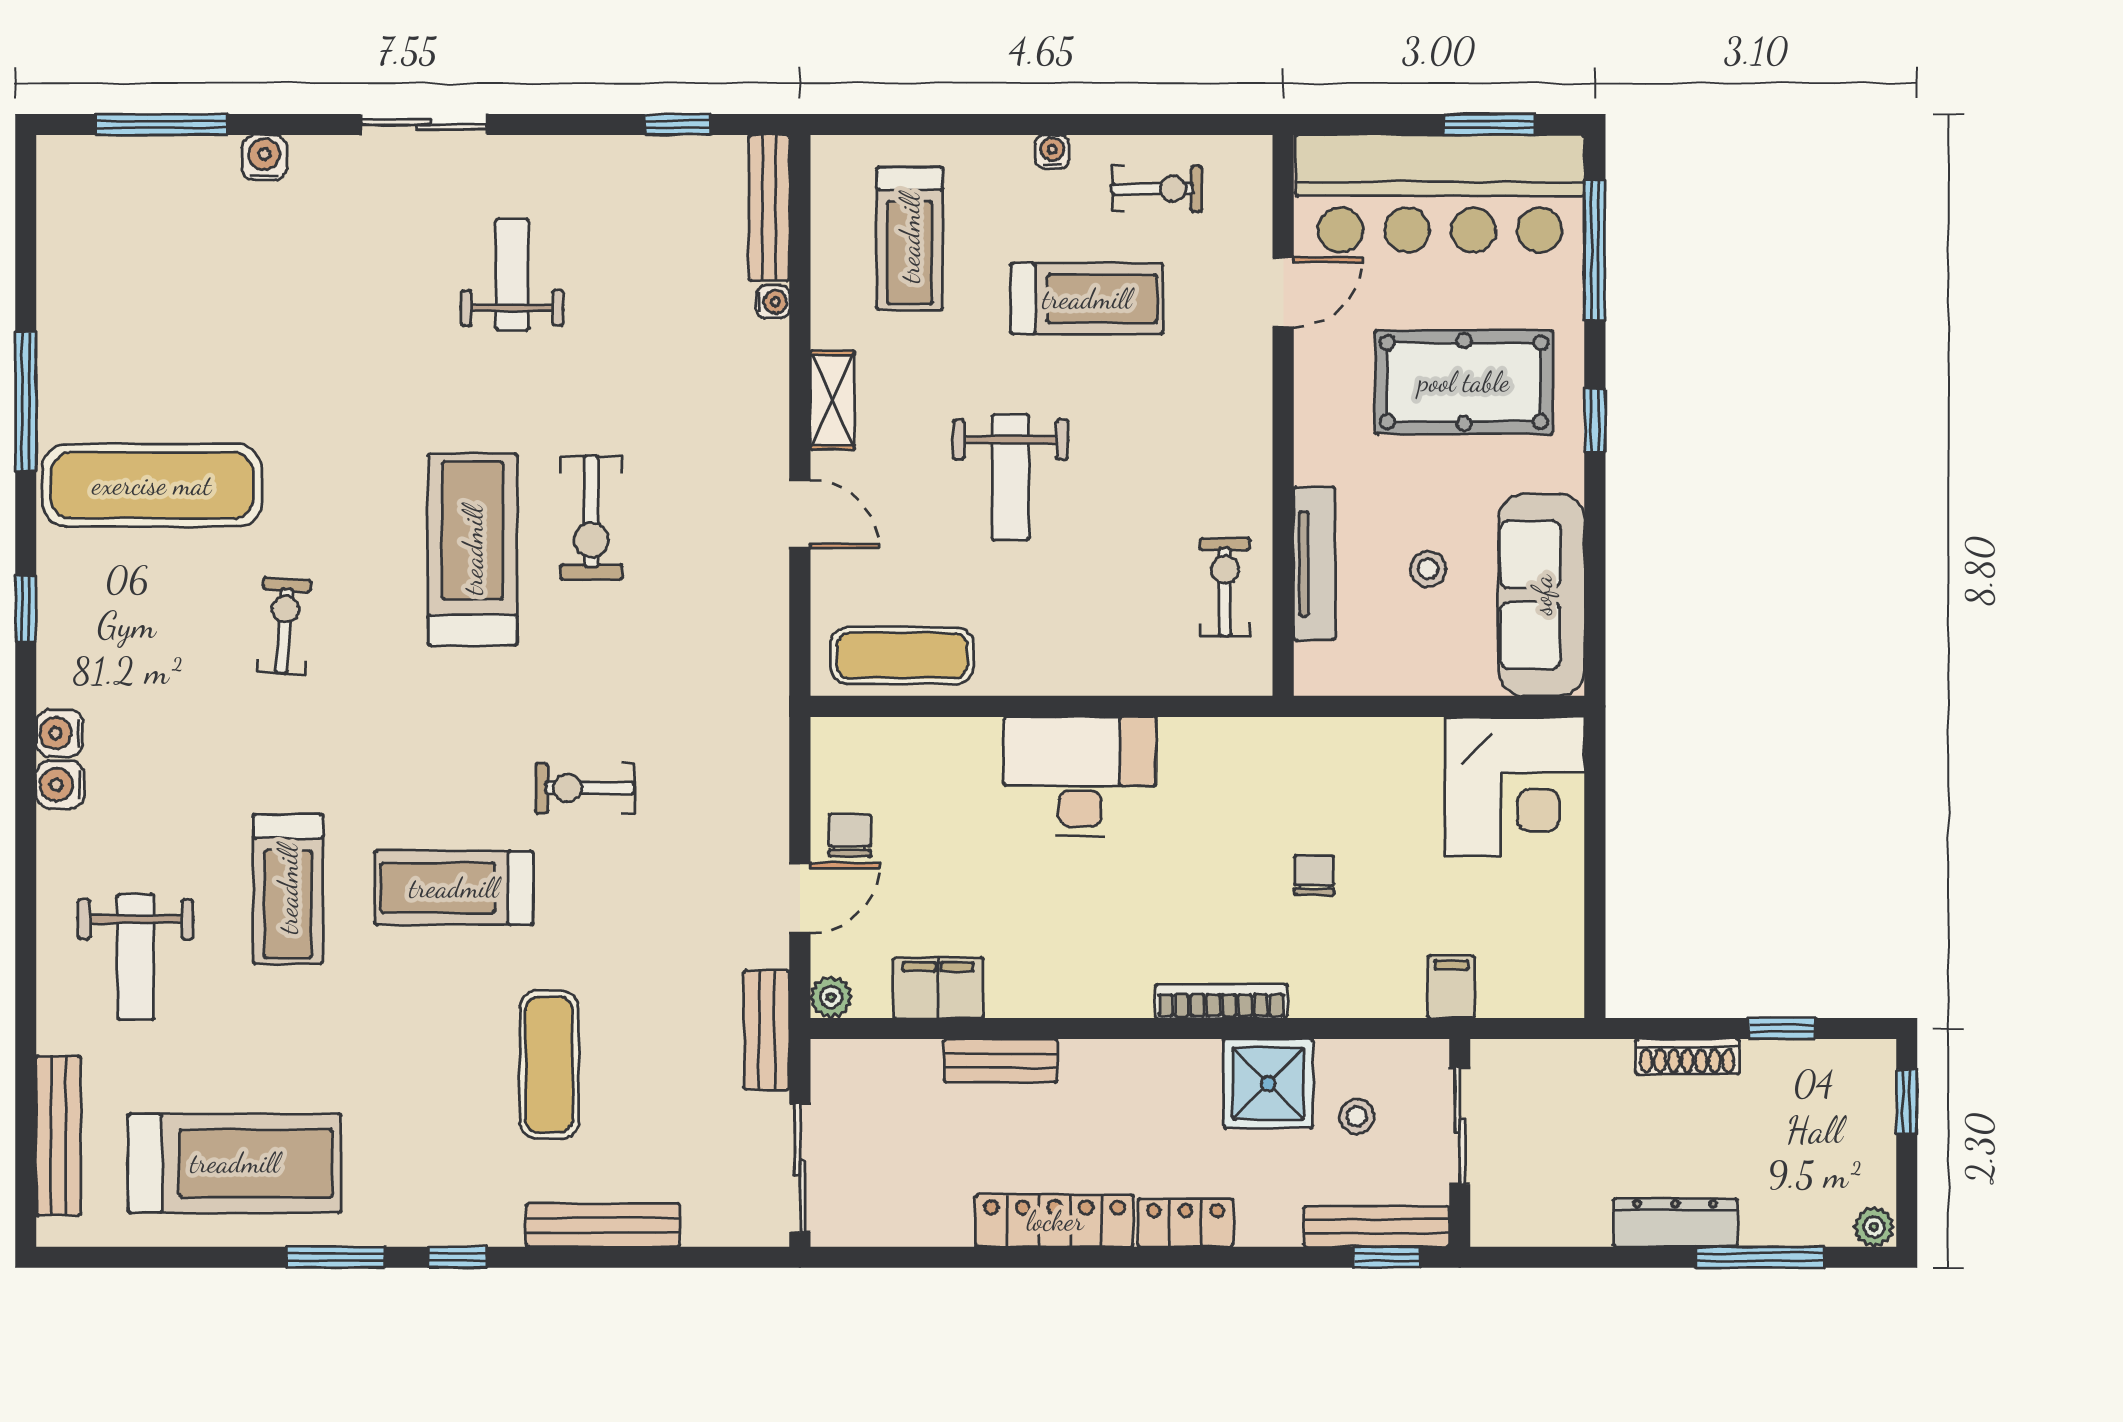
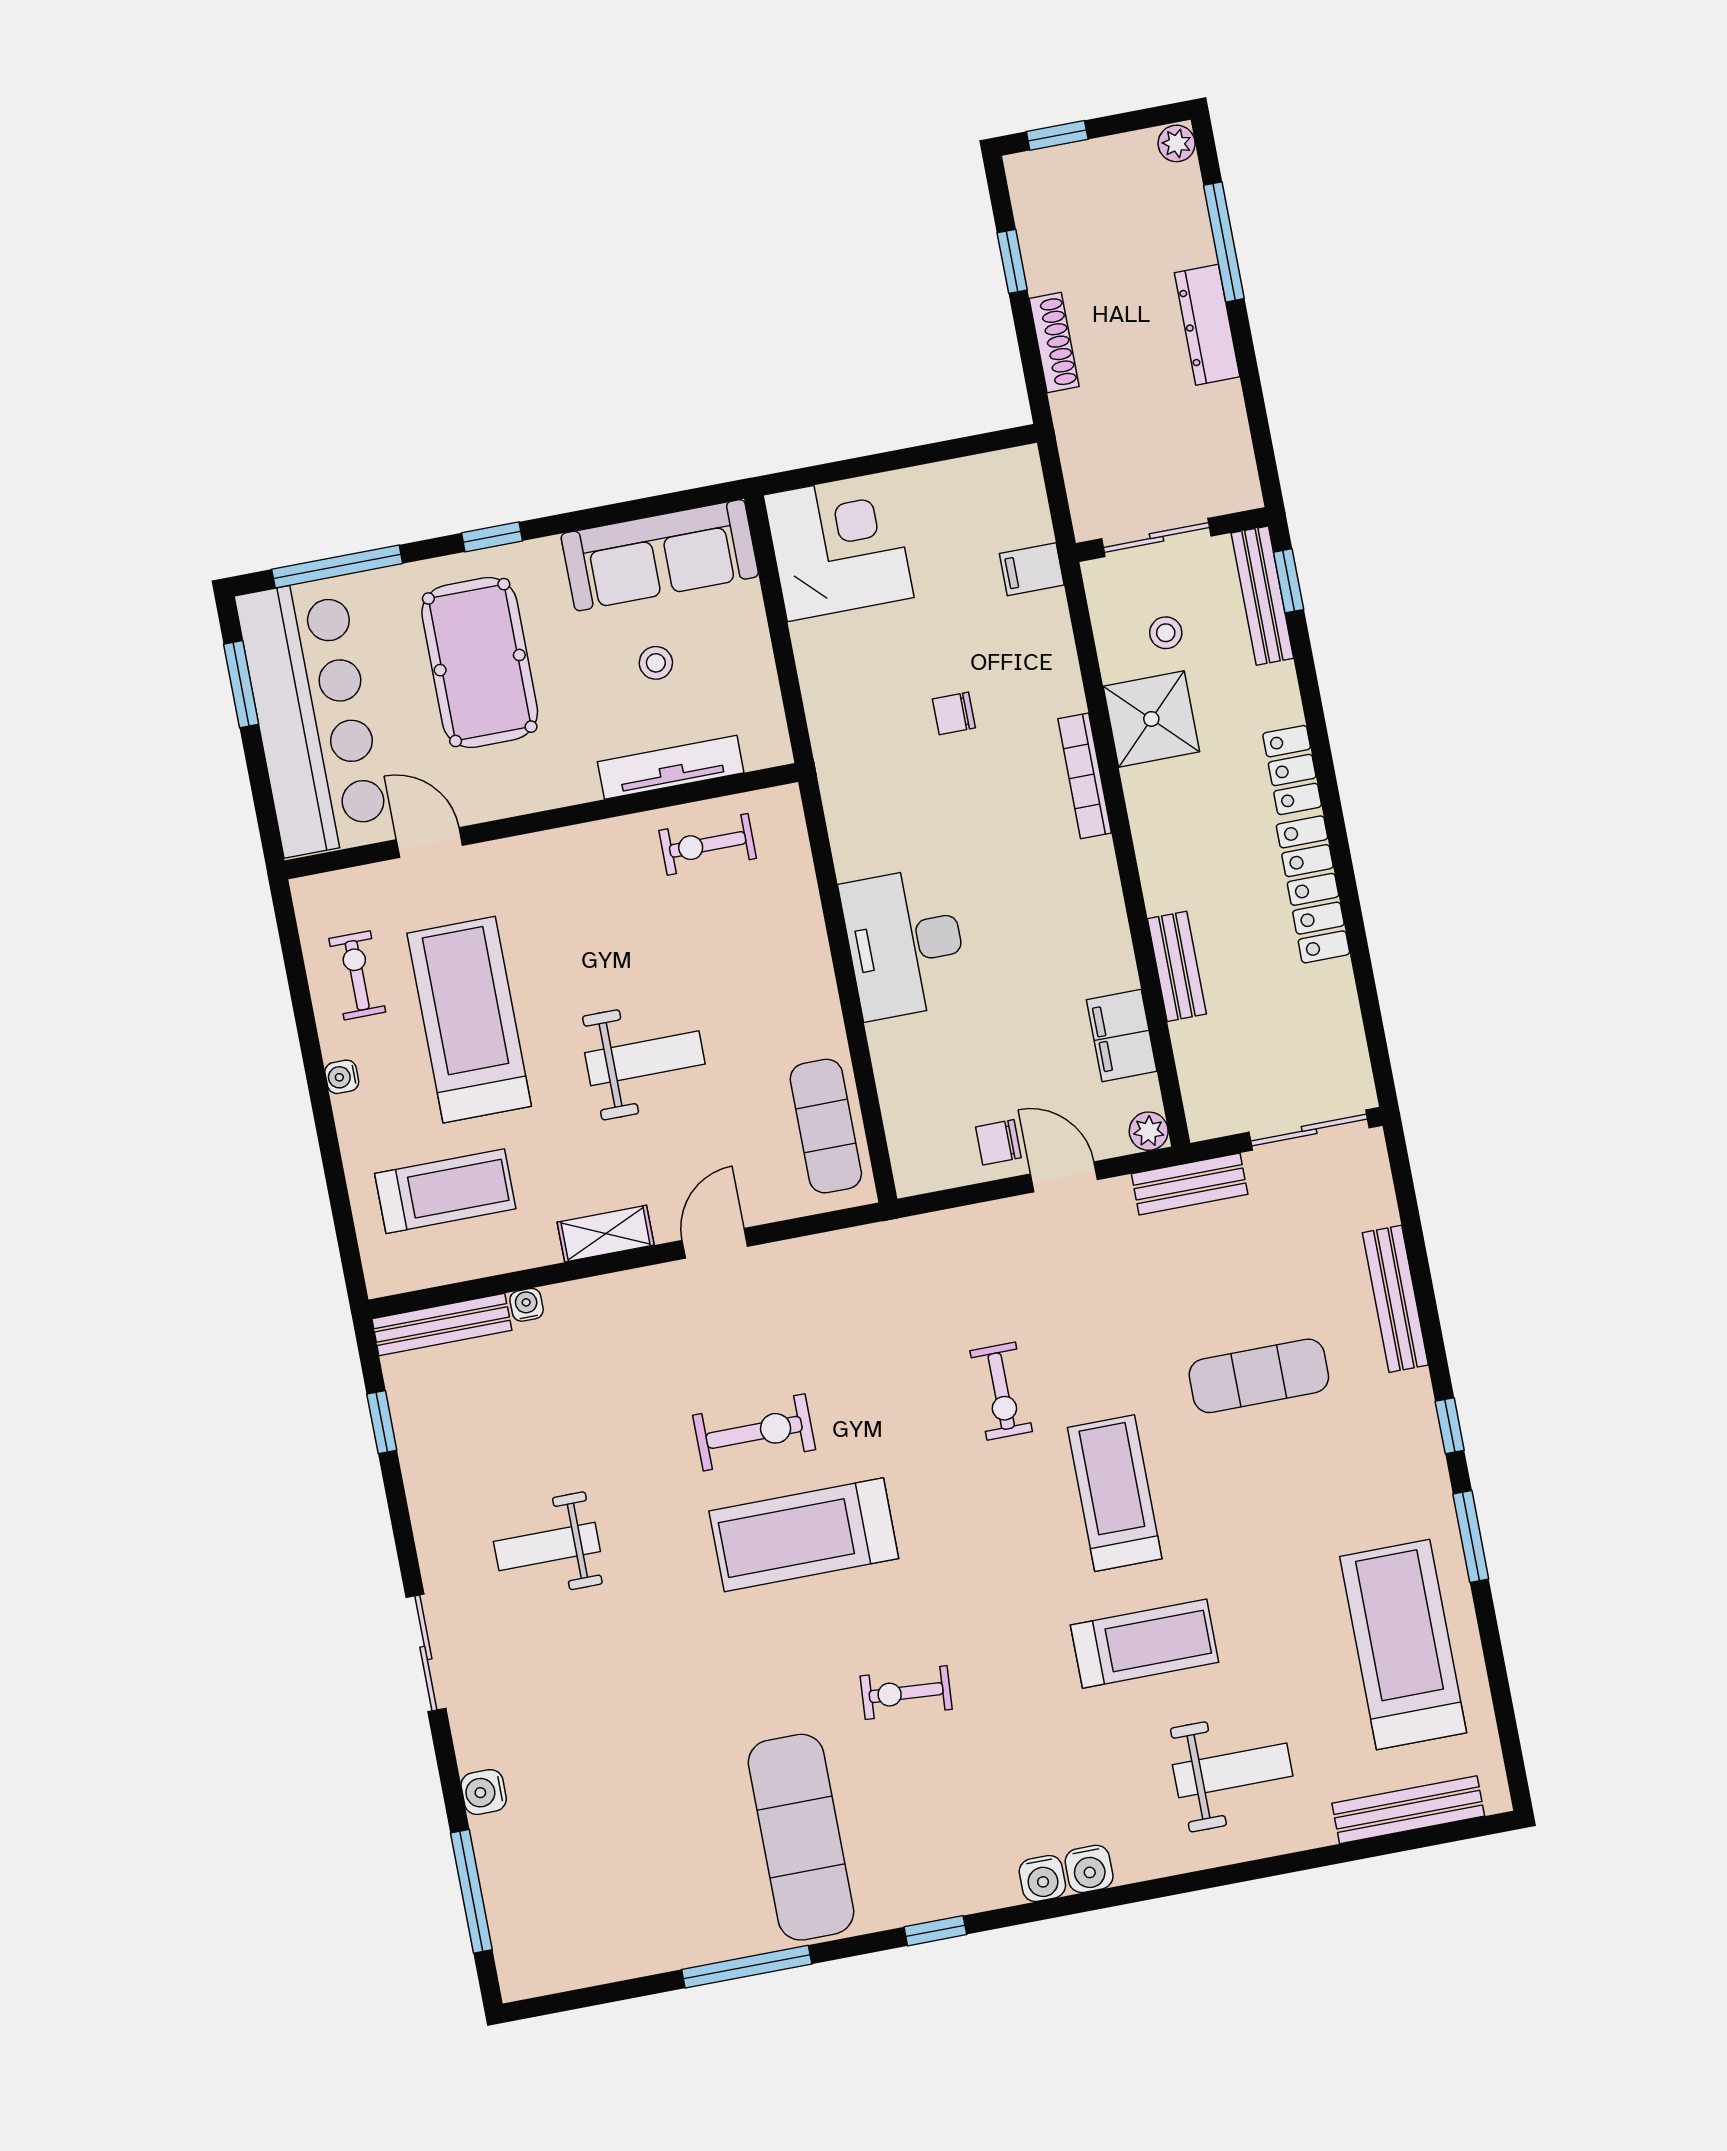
treadmill: (1087, 299) -> (469, 1020), width x1.37, depth x1.38
treadmill: (454, 888) -> (1115, 1493), turned 180

